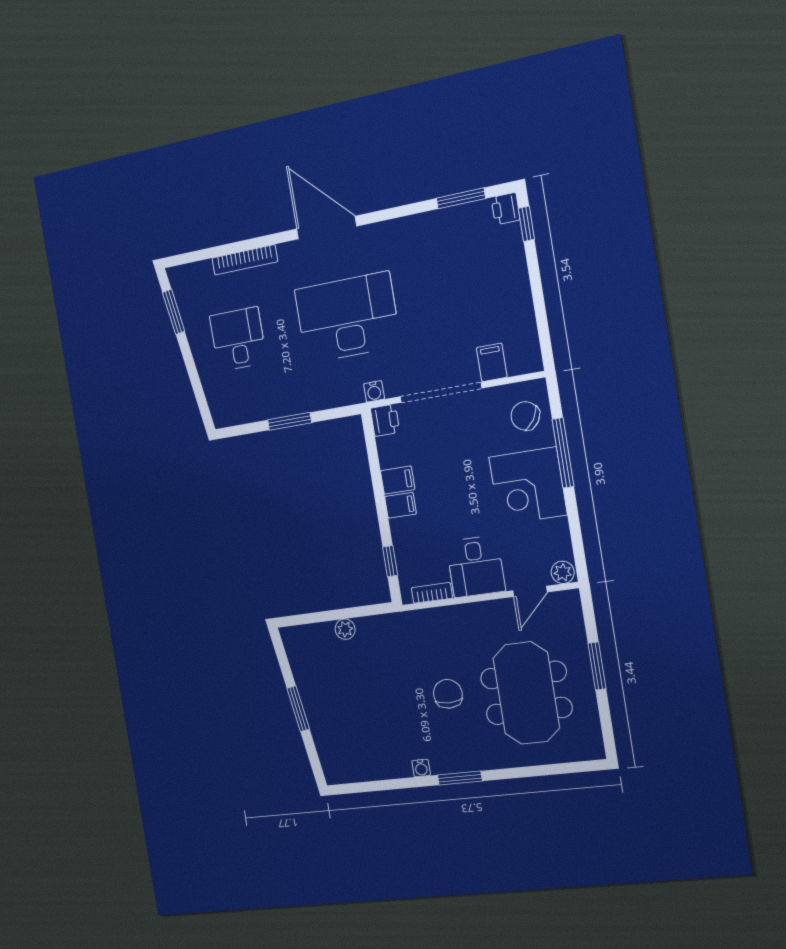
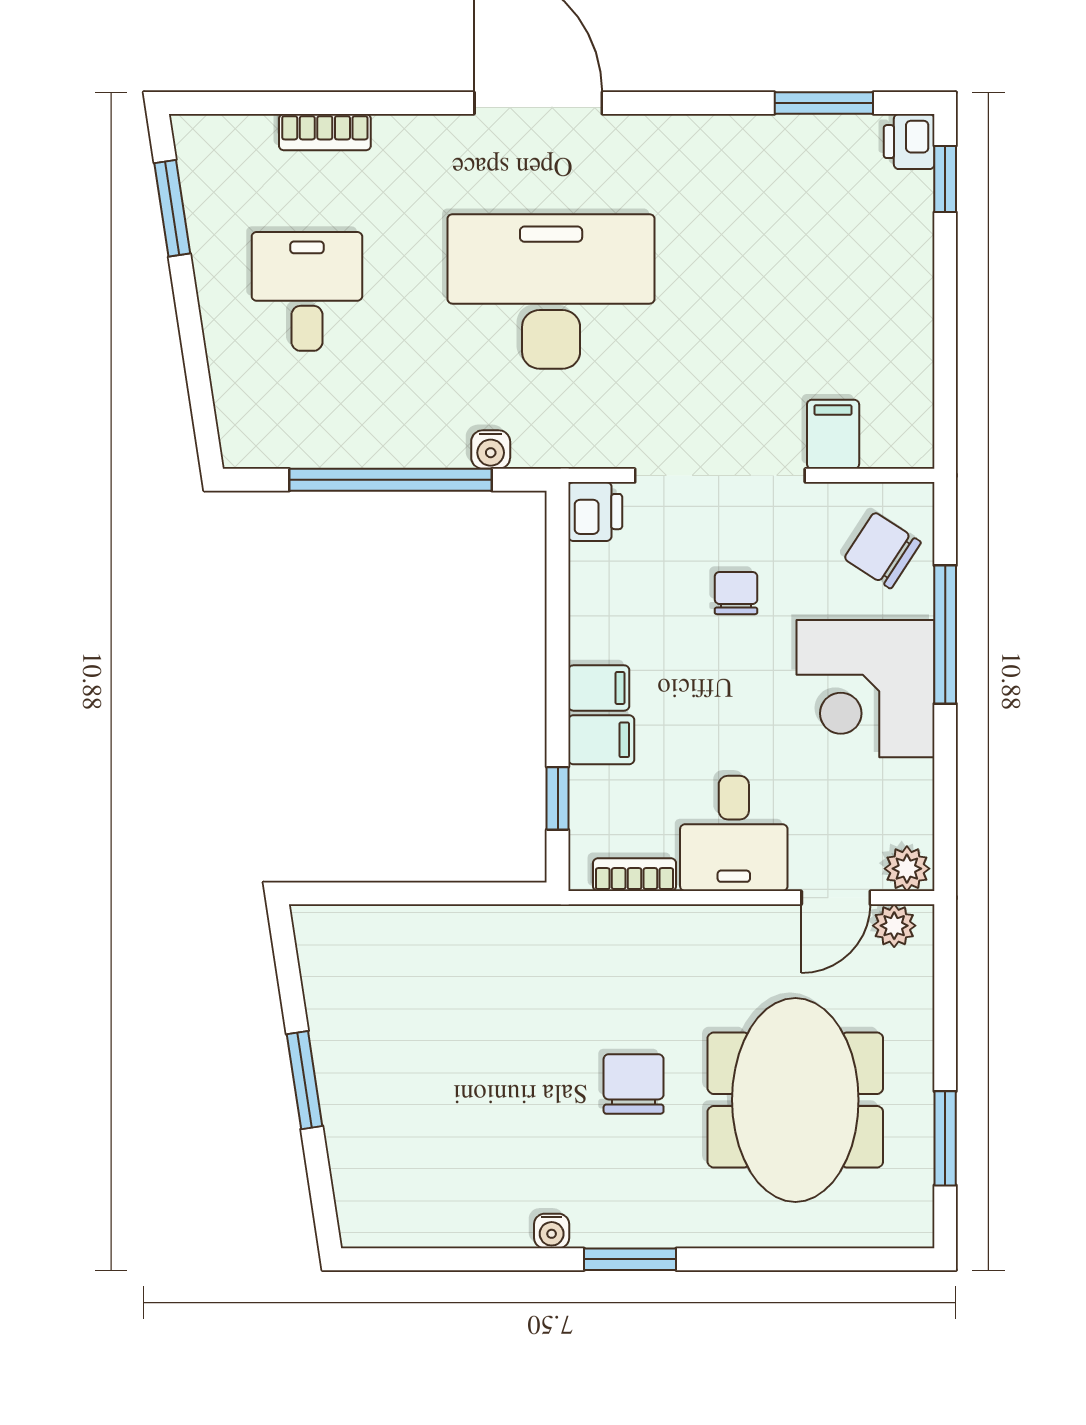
bookcase: (245, 260) -> (325, 132), width x0.64
water cooler: (374, 391) -> (491, 450), moved
window: (290, 421) -> (390, 480), width x2.11
chair: (458, 449) -> (736, 593), added
filing cabinet: (398, 480) -> (601, 740), moved
plant: (345, 629) -> (894, 926), moved
window: (597, 666) -> (945, 1138), moved

